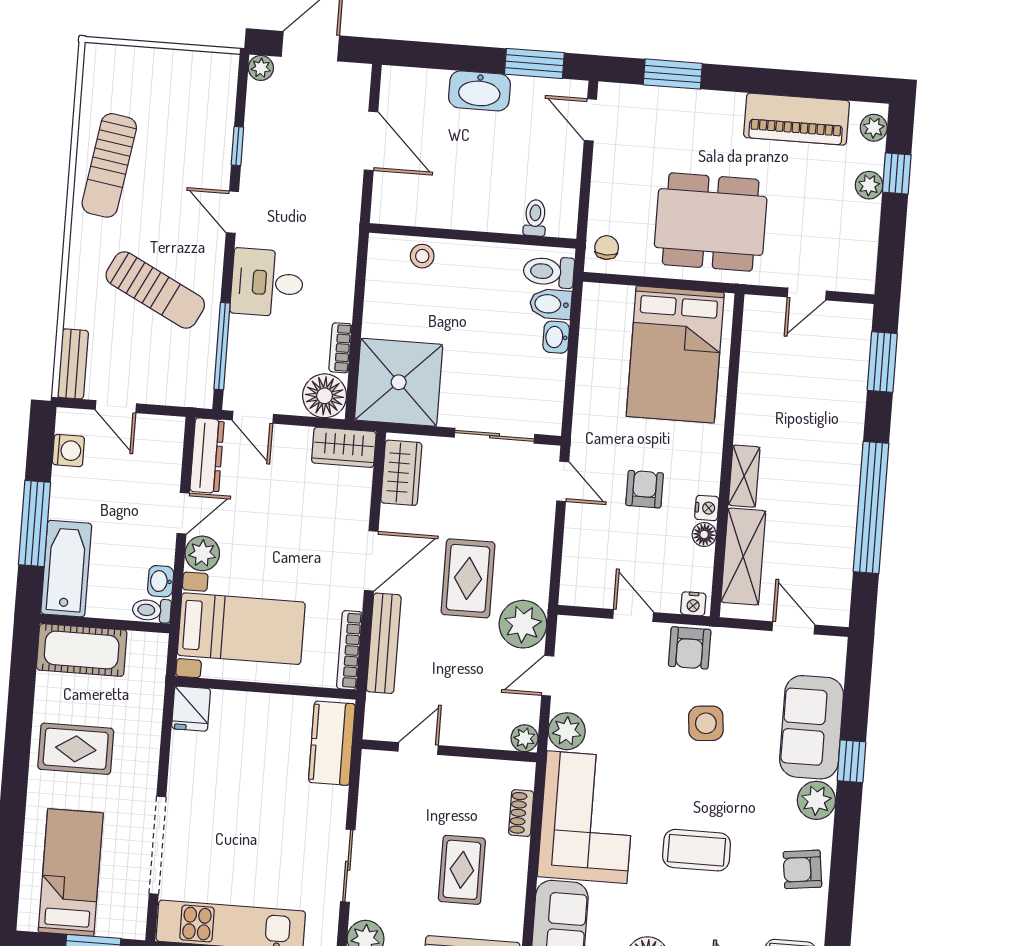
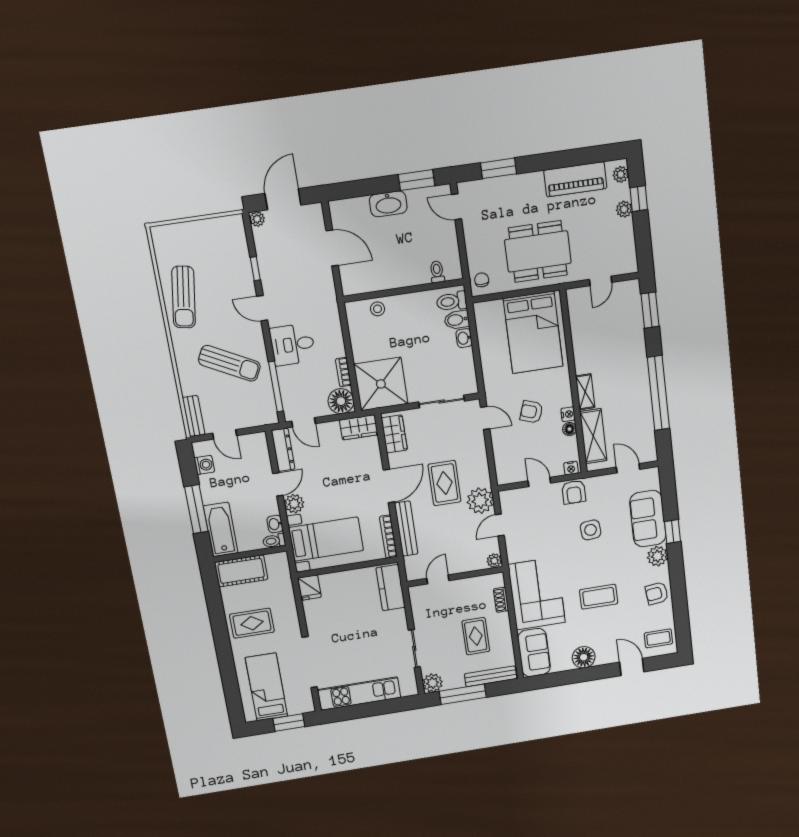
armchair: (645, 489) -> (531, 412), turned -71
plant: (567, 731) -> (516, 552), removed

